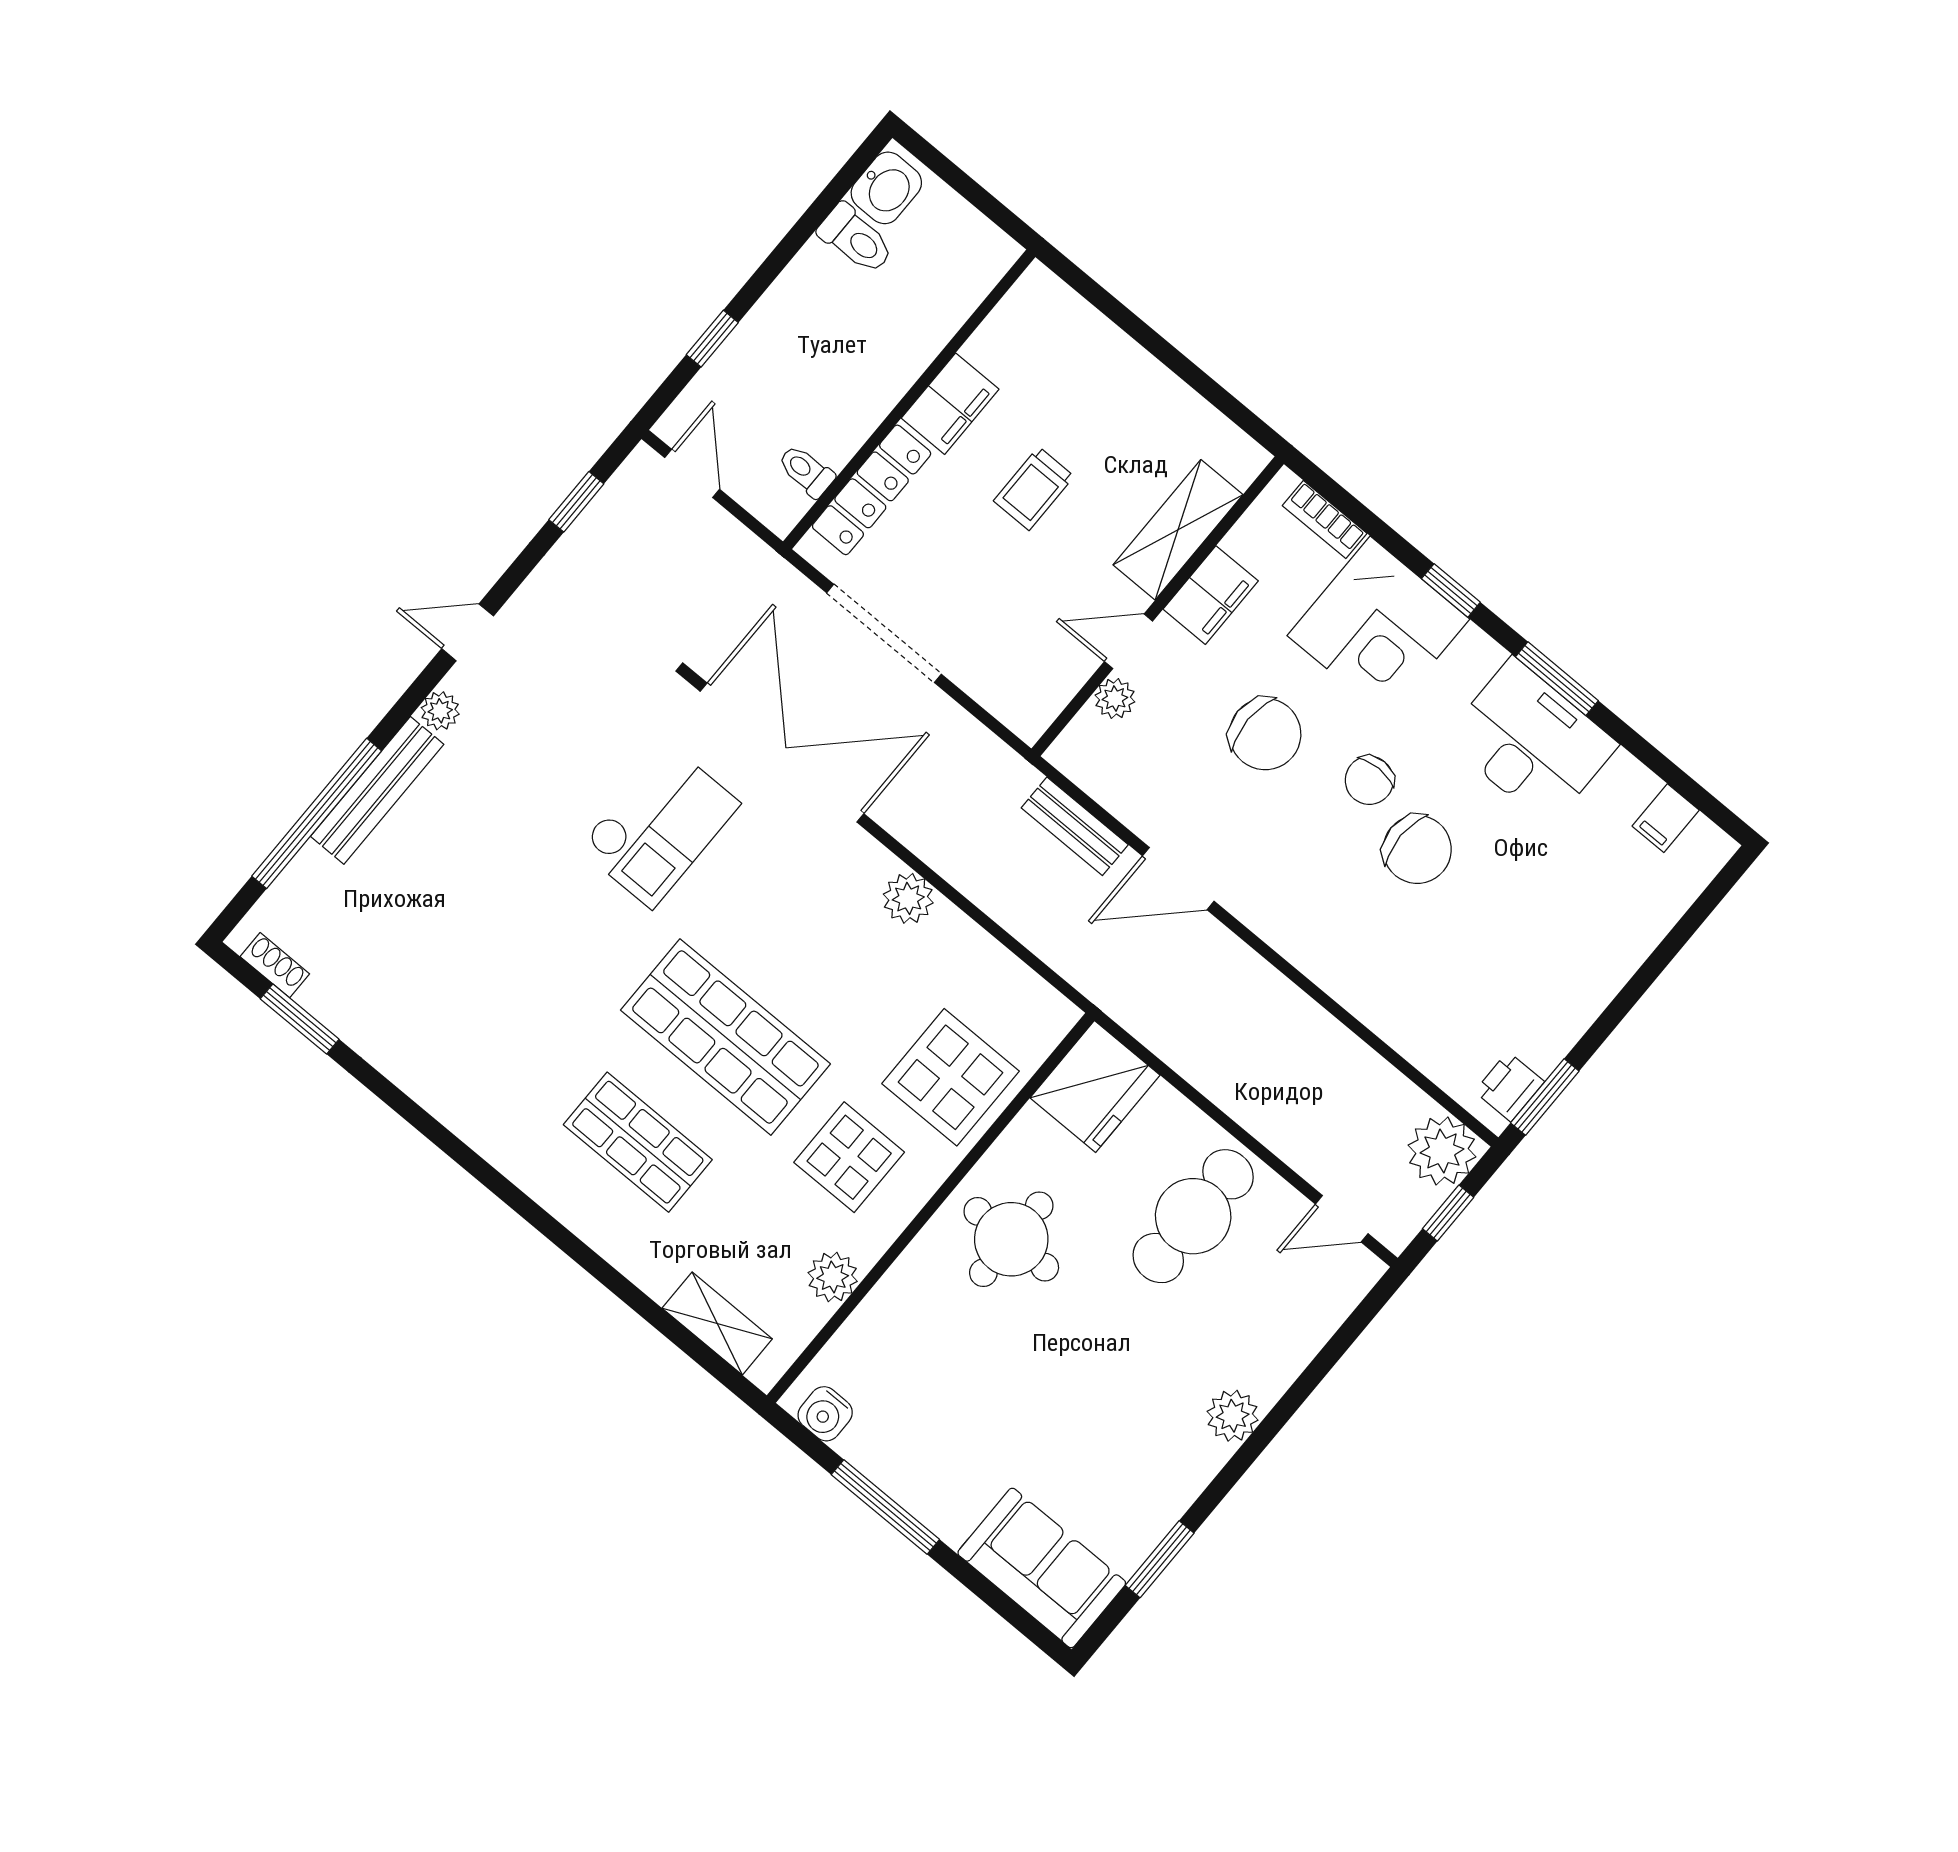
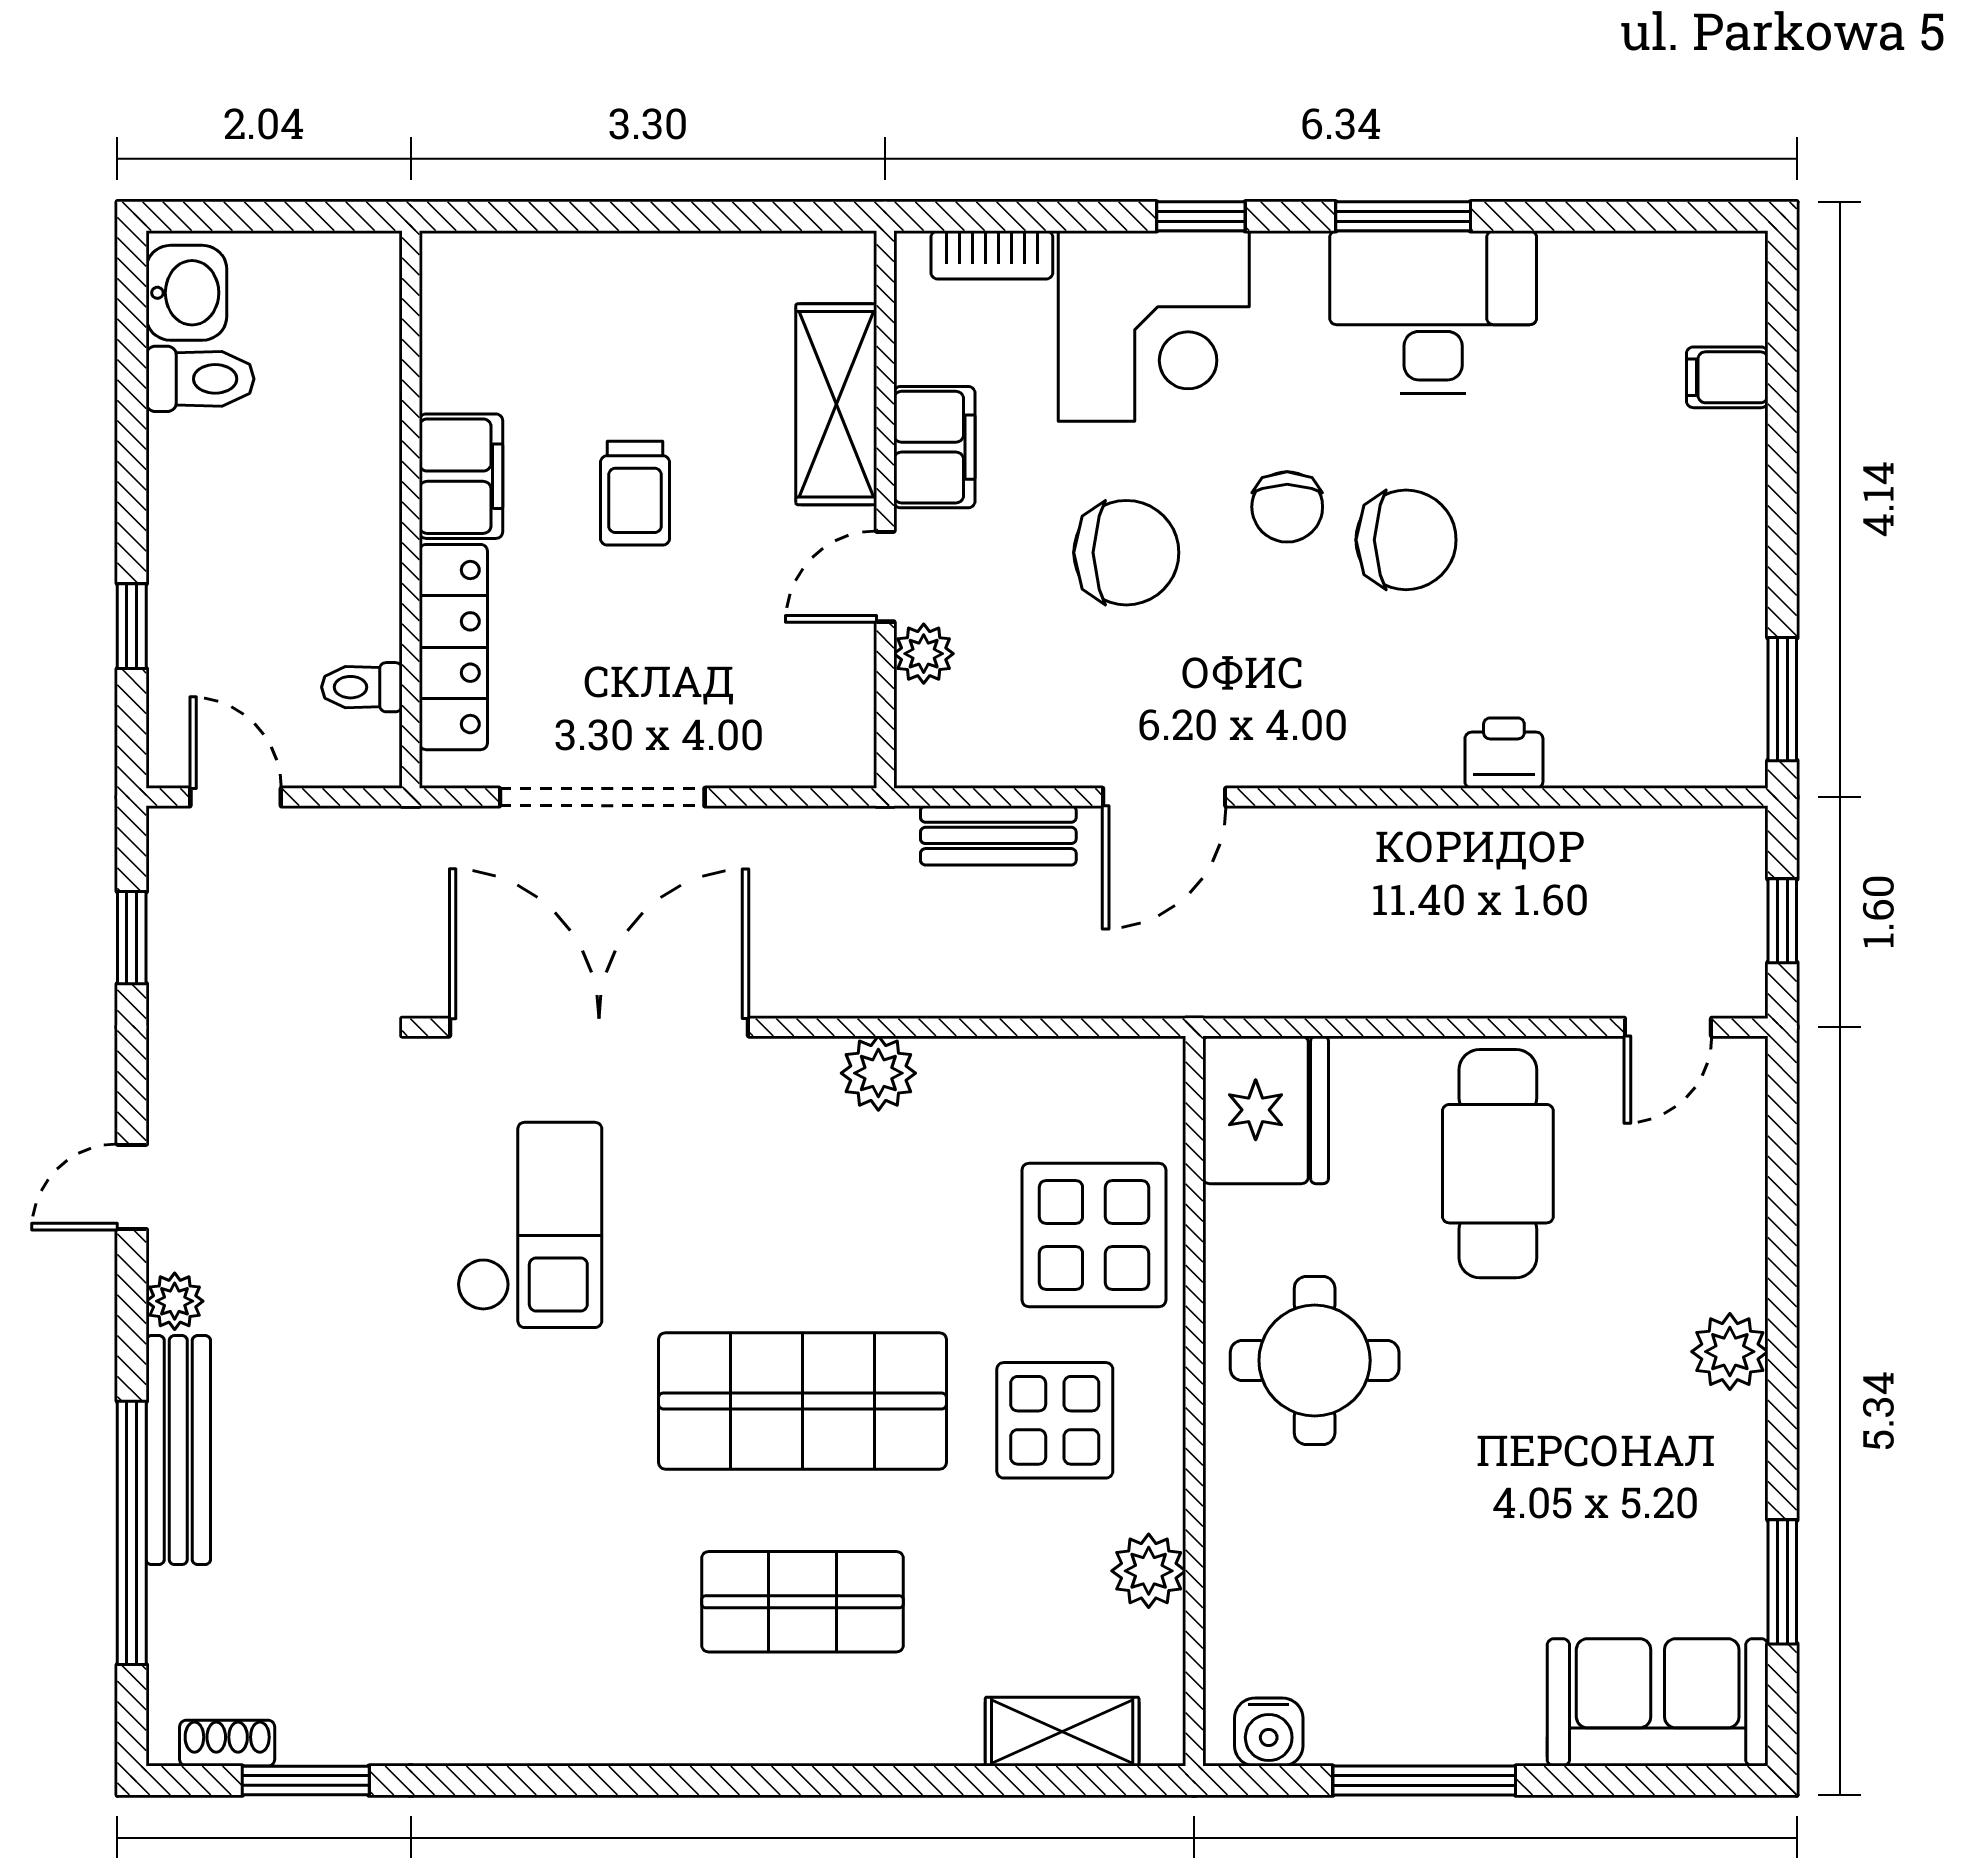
filing cabinet: (1666, 818) -> (1727, 377), moved, turned 90
printer: (1509, 1087) -> (1504, 753), moved, turned 90
plant: (1442, 1151) -> (1717, 857), removed

